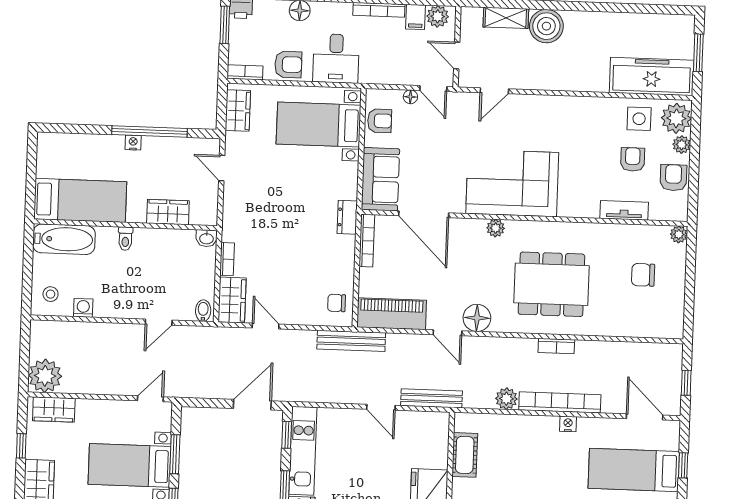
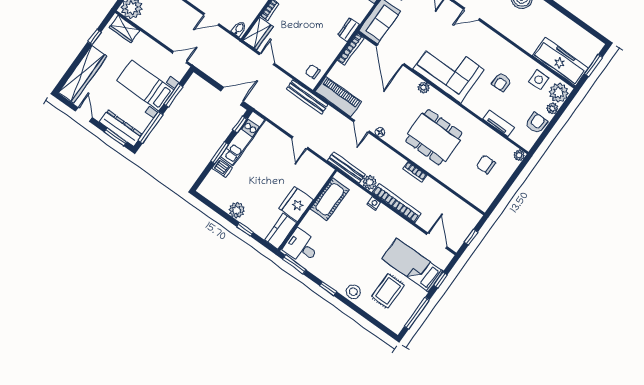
armchair: (633, 159) -> (502, 82), moved, turned 180
floor lamp: (477, 318) -> (380, 132), width x0.53, depth x0.53
bench: (432, 398) -> (346, 168), moved
nightstand: (568, 424) -> (374, 203), moved
cot: (465, 455) -> (330, 199), width x1.37, depth x1.34

